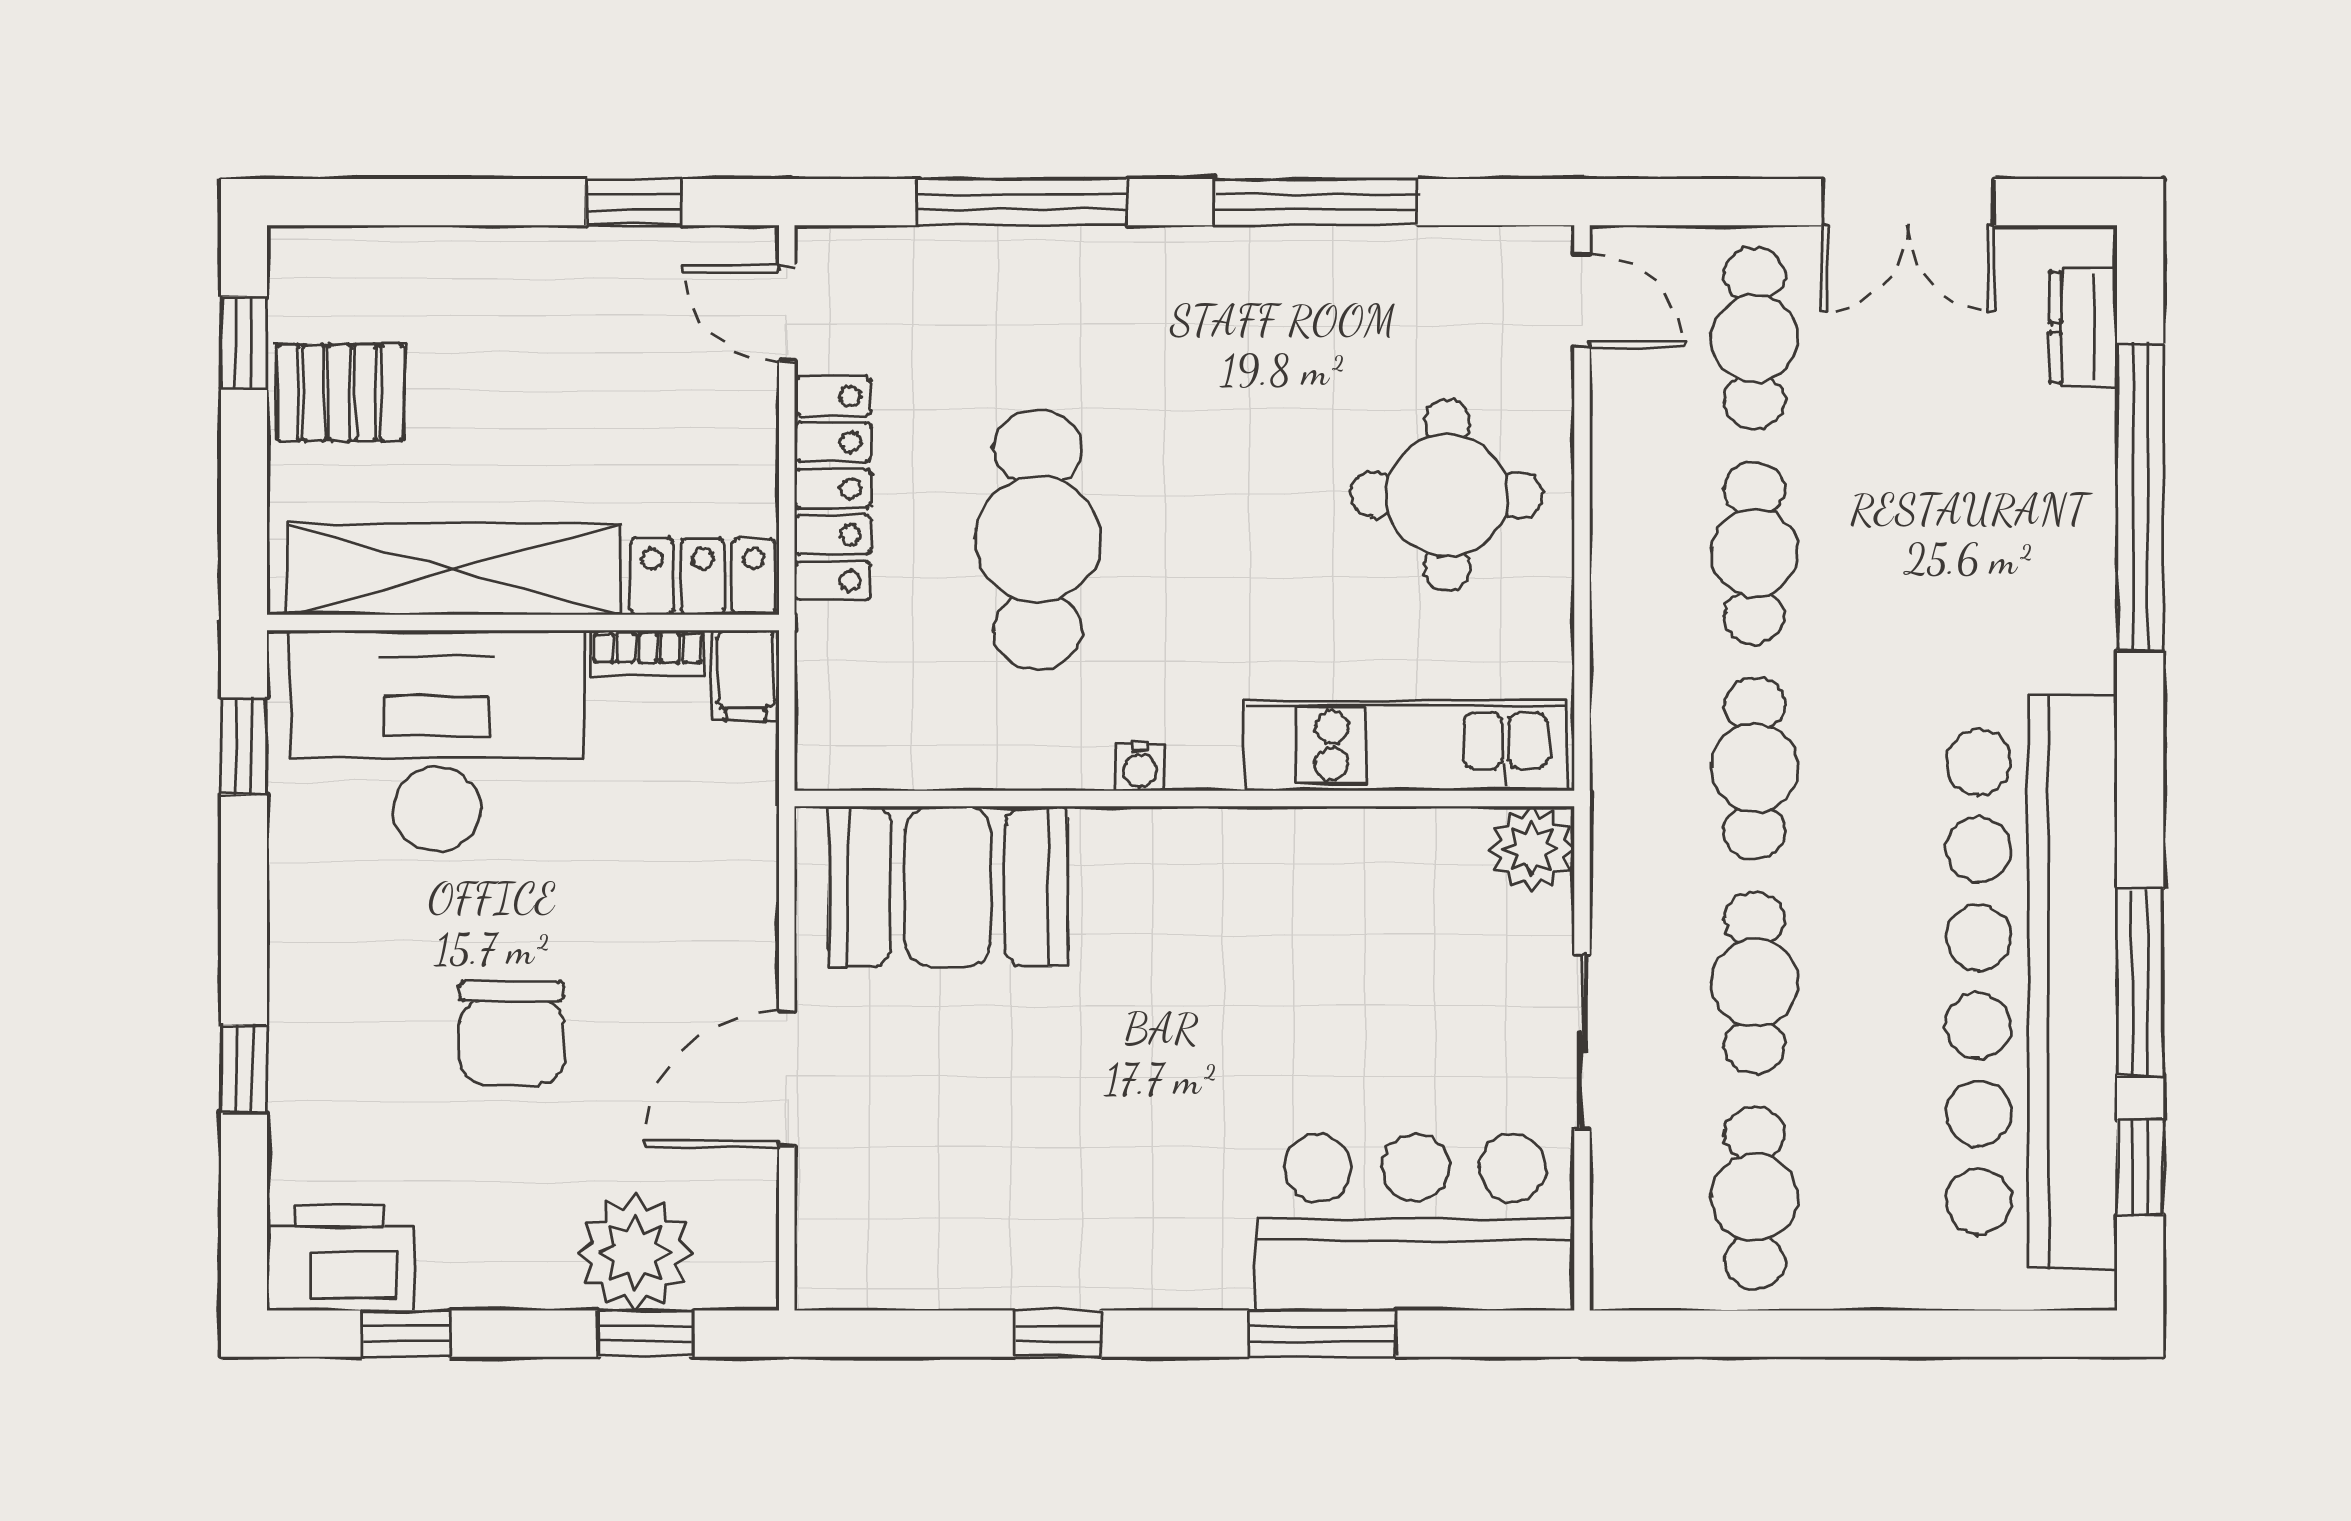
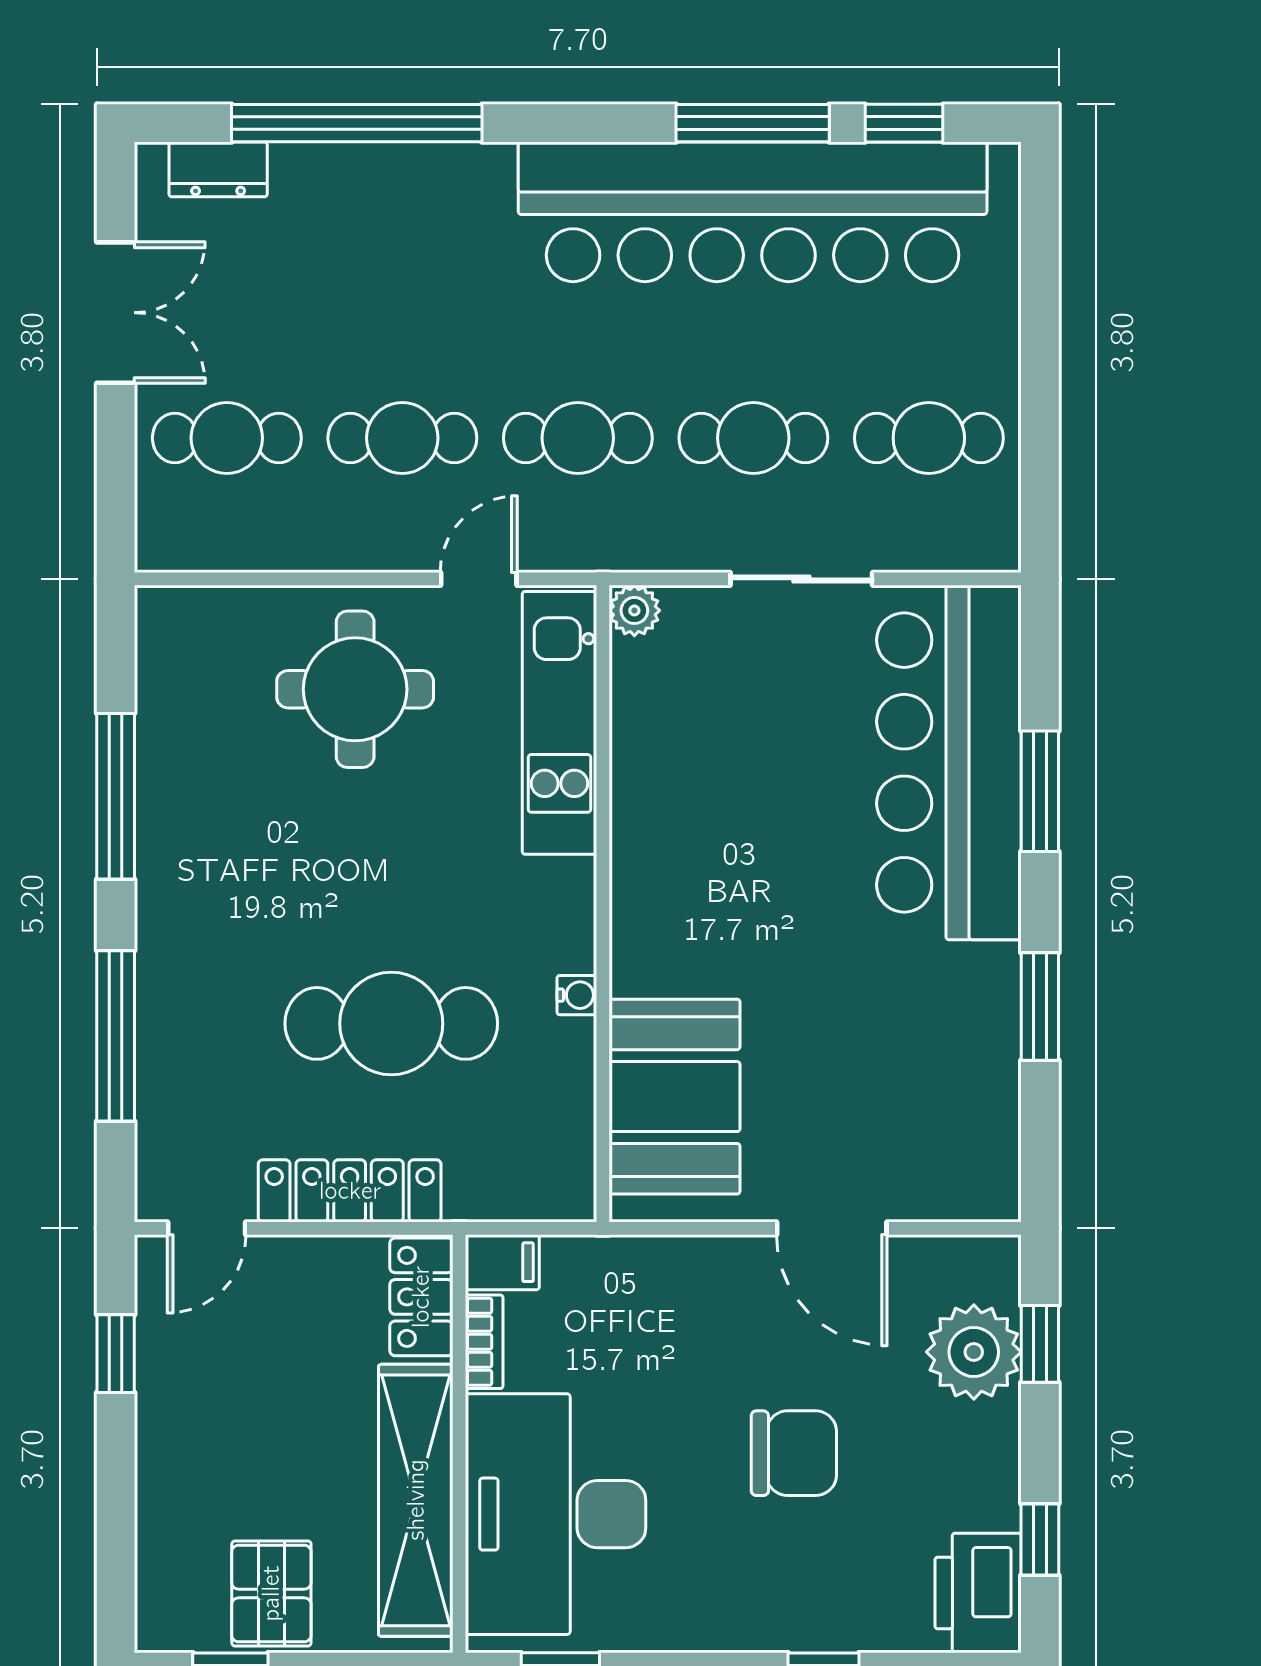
door: (1582, 301) -> (479, 579), moved
water cooler: (1139, 767) -> (577, 995), moved
plant: (1532, 849) -> (634, 610), width x0.73, depth x0.73
bar counter: (1415, 1222) -> (949, 762), width x1.36
window: (1059, 1334) -> (1040, 1006), width x1.50

